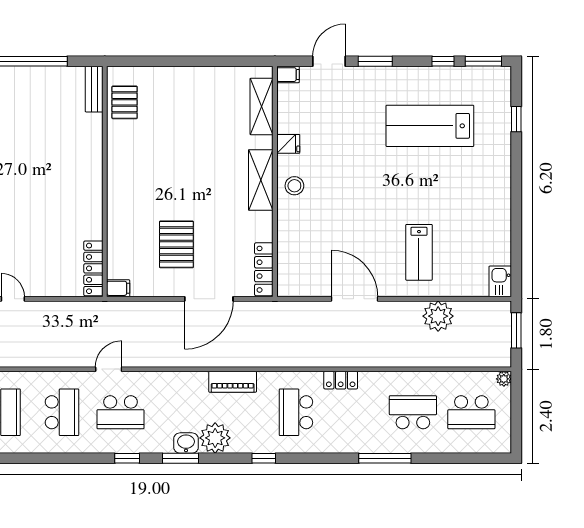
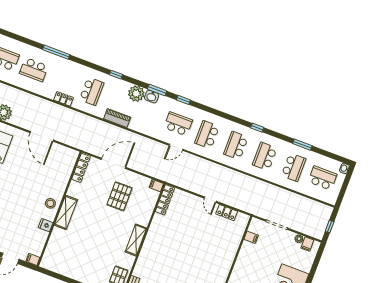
shelving: (262, 106) -> (136, 240), moved

